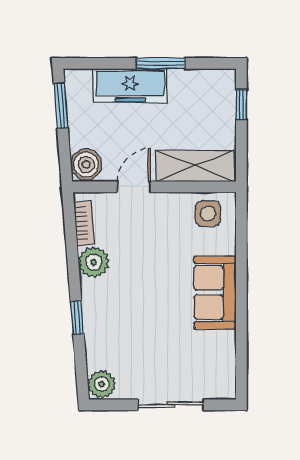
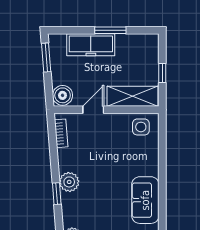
window: (241, 104) -> (162, 73), moved
plant: (94, 262) -> (69, 182), moved
sofa: (215, 292) -> (145, 200), moved

